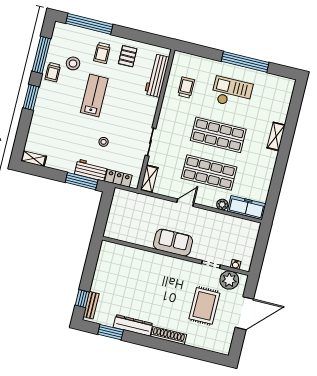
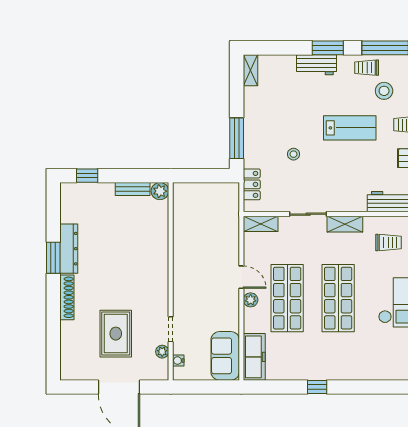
shelving: (276, 136) -> (345, 224), moved
window: (280, 166) -> (317, 387), added
workbench: (91, 170) -> (317, 65), moved, turned 90
plant: (222, 205) -> (251, 300), moved
sofa: (173, 243) -> (225, 356), moved, turned 180
plant: (107, 247) -> (160, 191), added
plant: (229, 280) -> (162, 352), width x0.53, depth x0.53
bench: (91, 305) -> (133, 189), moved
rug: (204, 306) -> (116, 334), turned 90
window: (111, 332) -> (53, 258), moved

